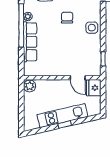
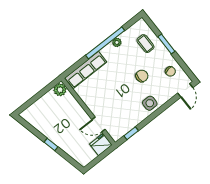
row of seats: (30, 42) -> (86, 70), moved
door: (78, 78) -> (99, 124), hinge flipped
kitchen unit: (62, 116) -> (57, 137), removed

